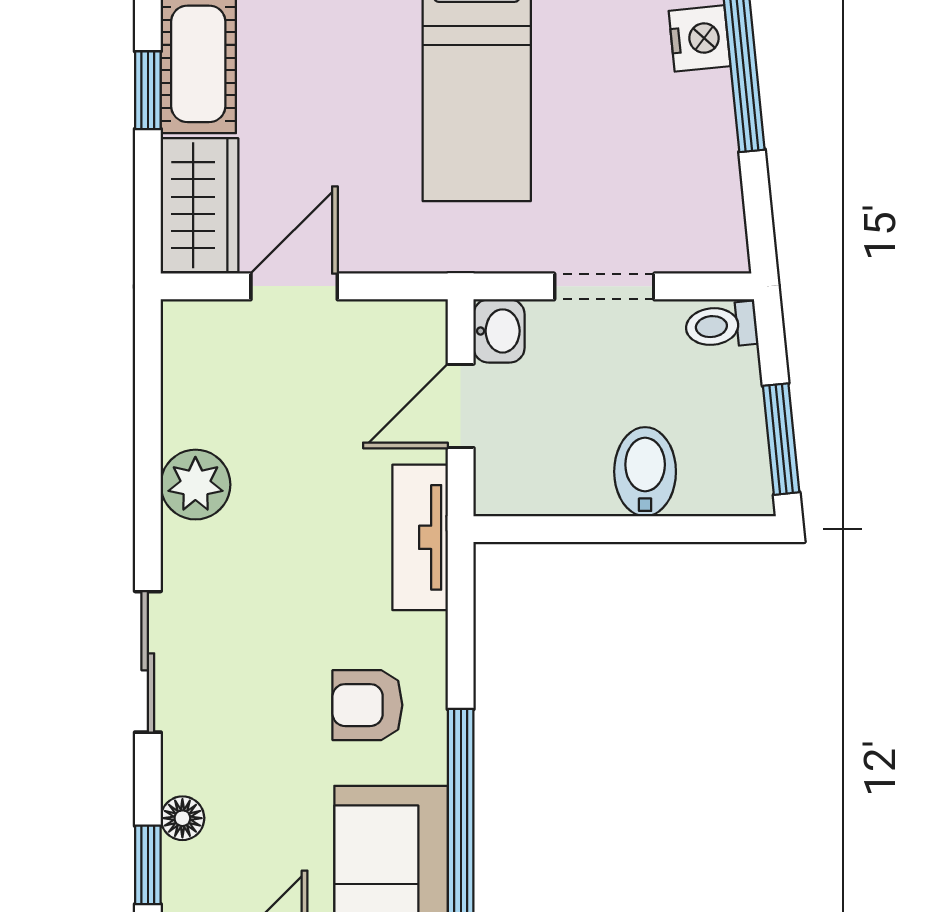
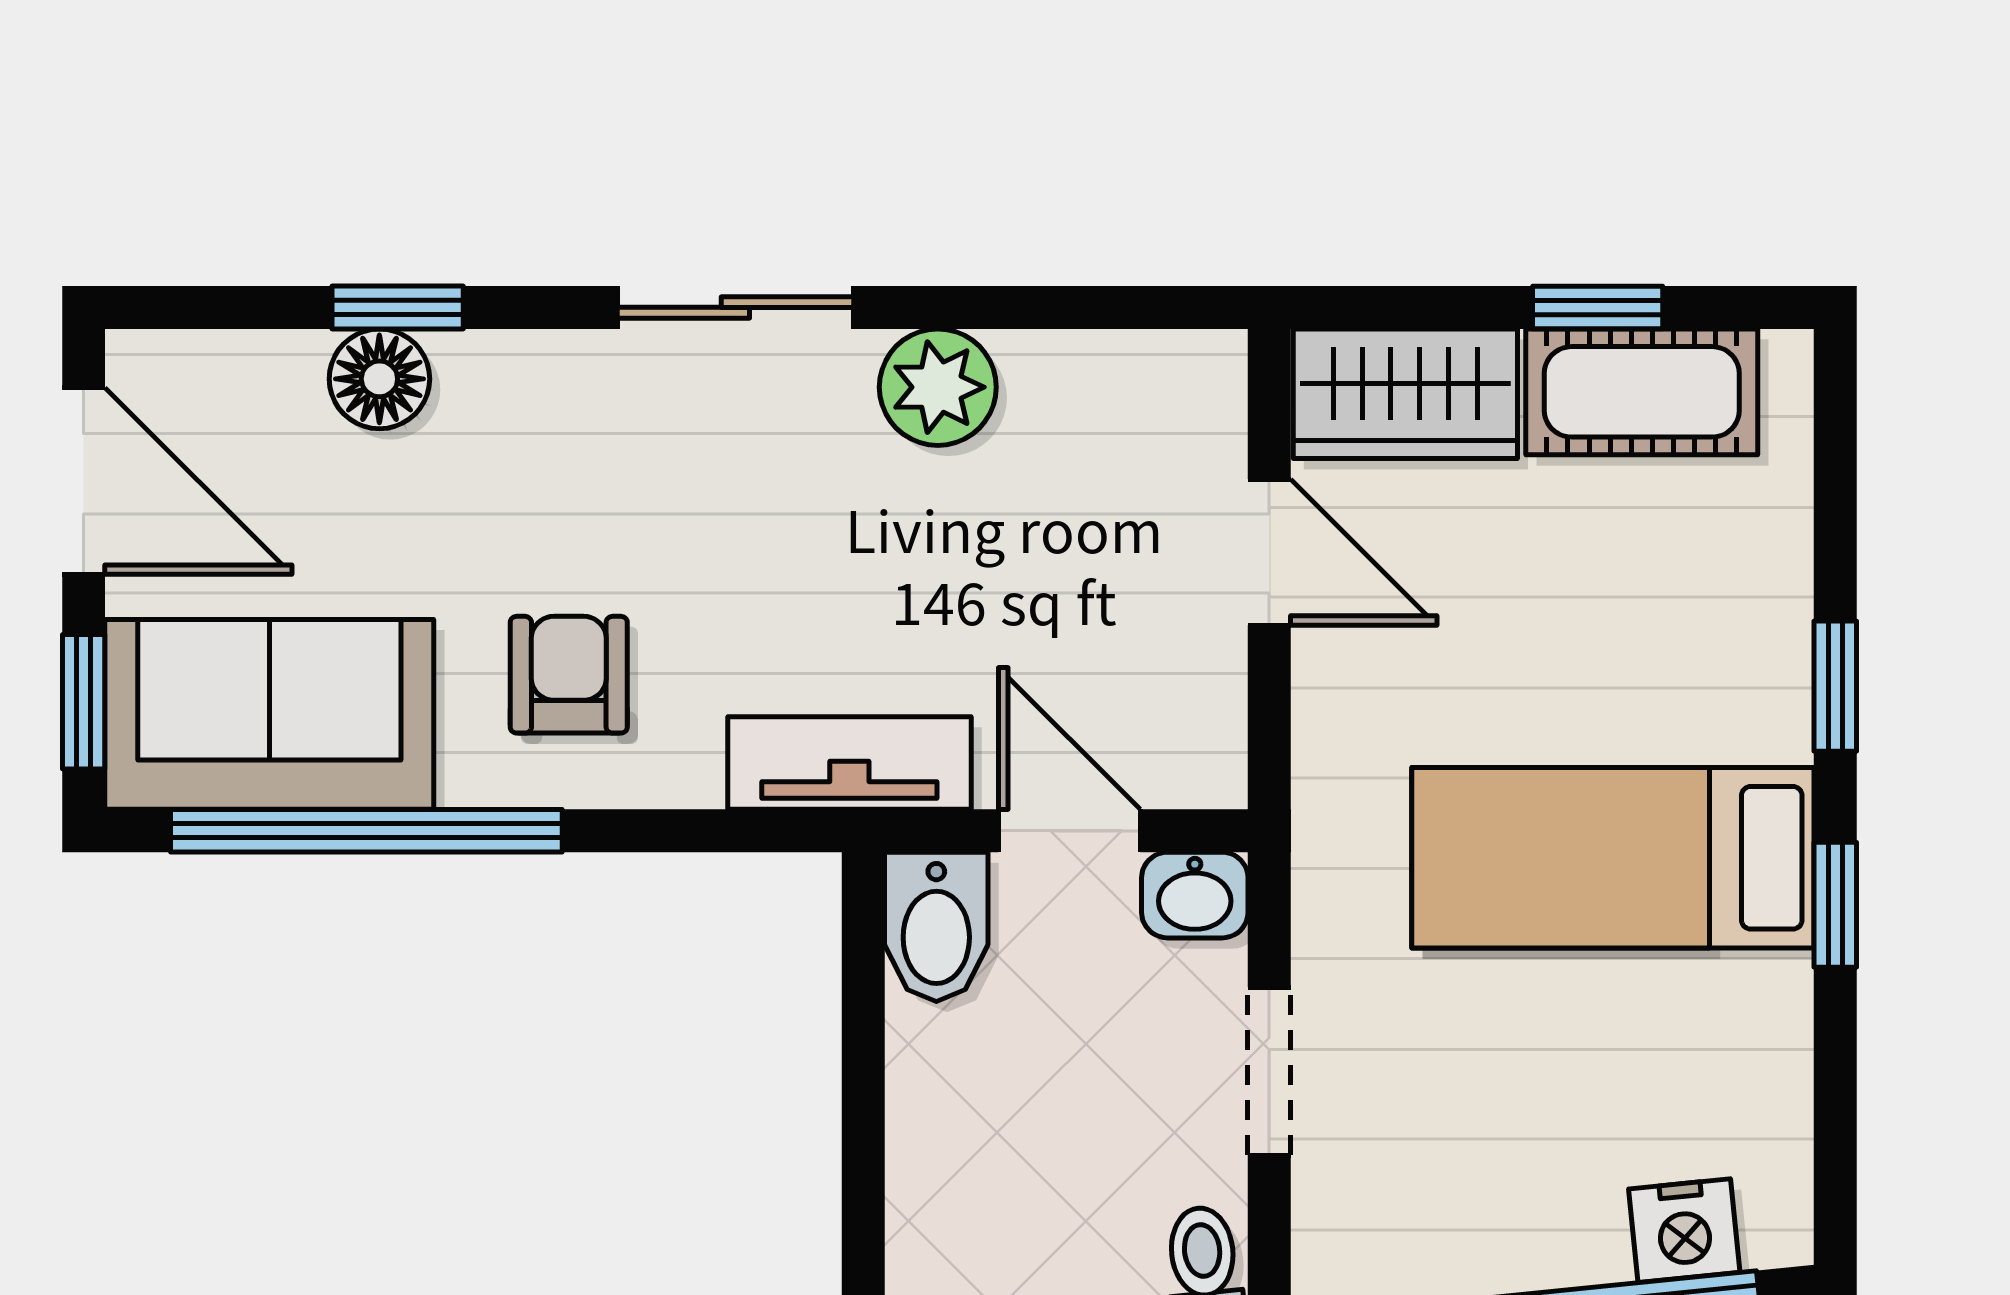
bidet: (645, 472) -> (936, 927), moved, turned 90
sliding door: (148, 662) -> (735, 307), moved
floor lamp: (182, 818) -> (379, 379), width x1.37, depth x1.37
window: (148, 865) -> (398, 307), moved

